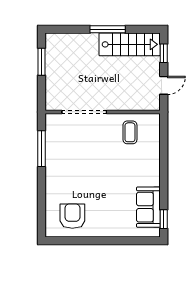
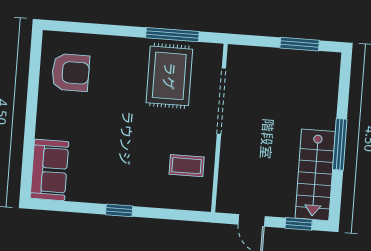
rug: (70, 149) -> (169, 76), added
sofa: (148, 207) -> (49, 170), moved, turned 90
window: (164, 219) -> (119, 210), moved

